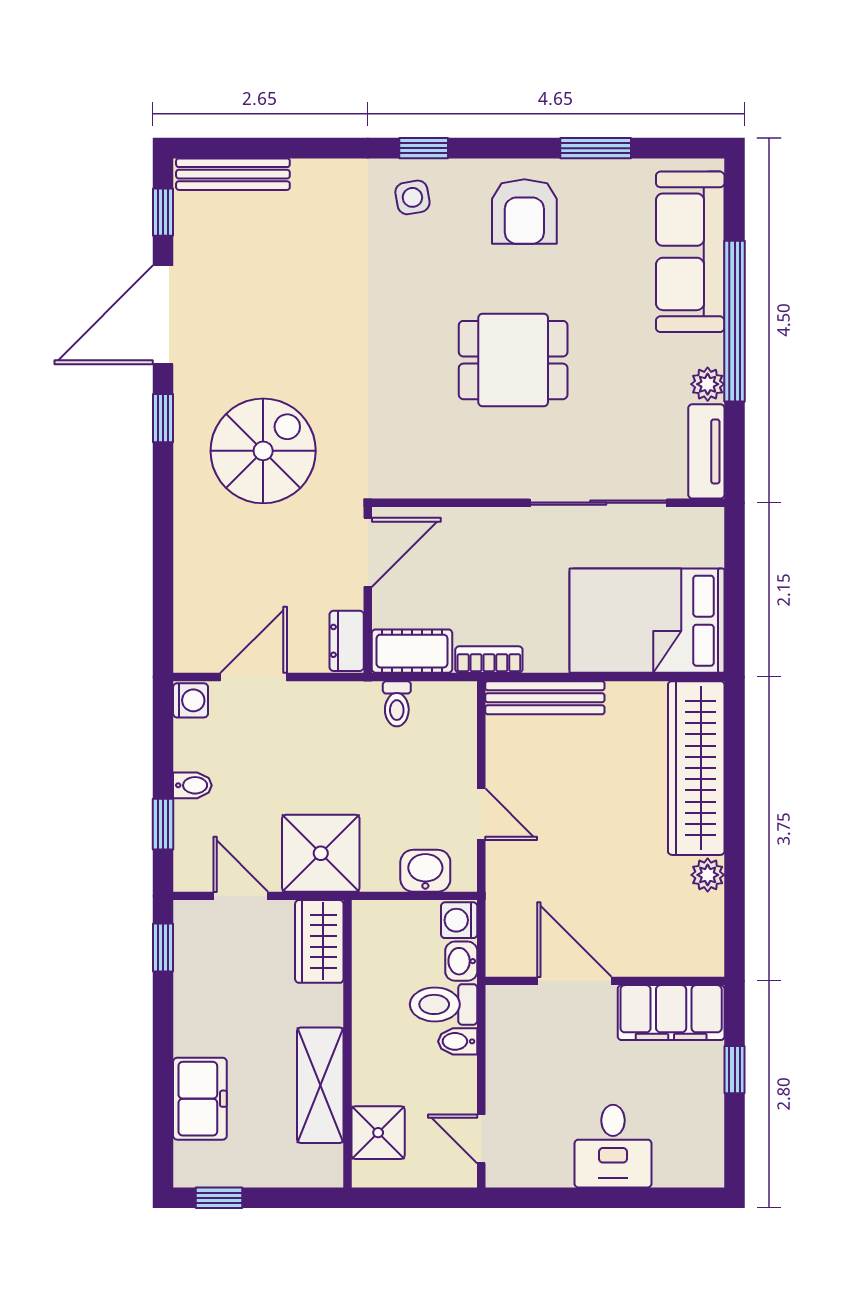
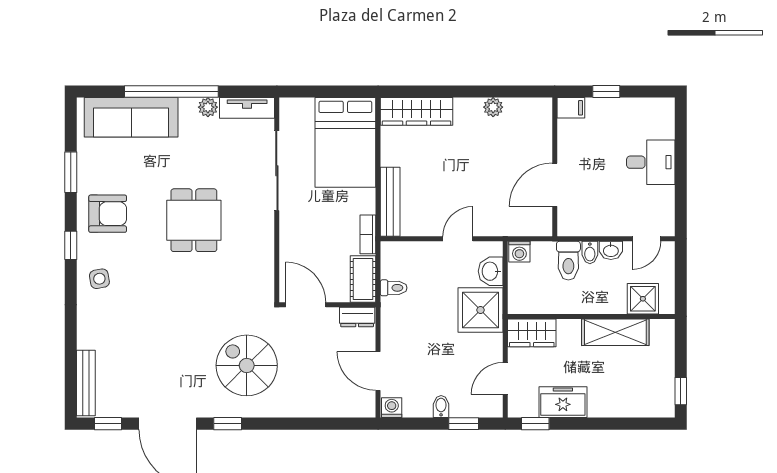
window: (424, 148) -> (71, 245), moved
wardrobe: (696, 768) -> (417, 111), width x0.71, depth x0.85
shower: (321, 853) -> (480, 310), moved
washbasin: (461, 961) -> (611, 250), moved
filing cabinet: (671, 1013) -> (571, 108), width x0.33, depth x0.86
freezer: (200, 1099) -> (563, 402), moved

